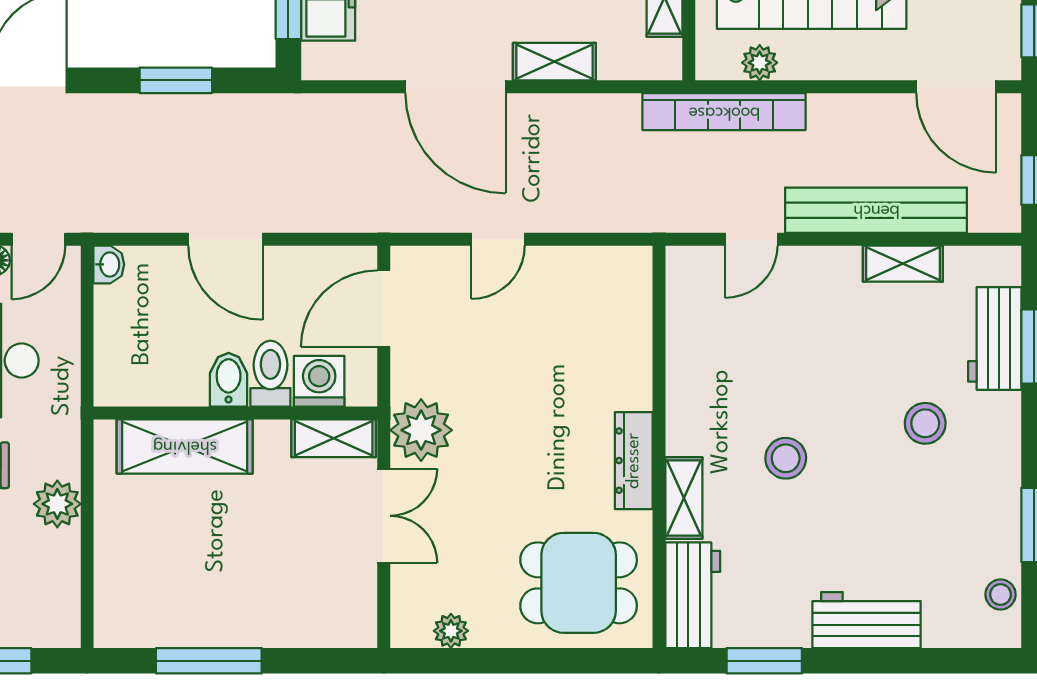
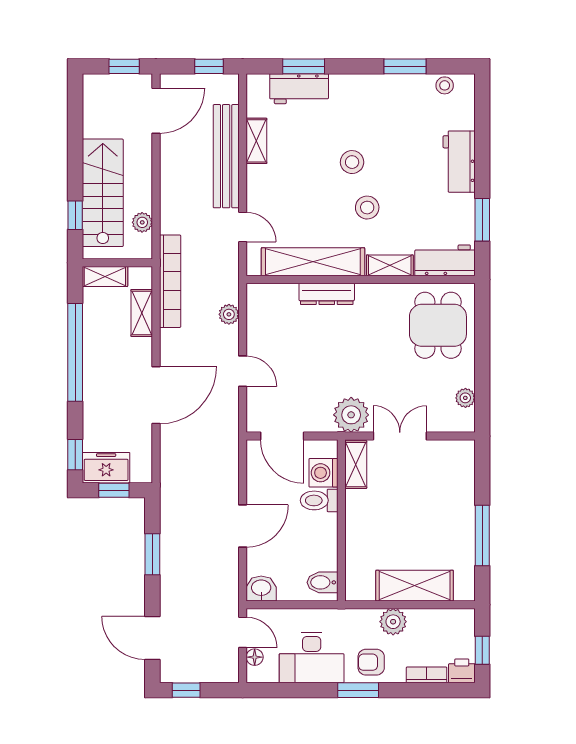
shelving: (554, 62) -> (142, 313), moved
bookcase: (724, 112) -> (170, 281), moved
plant: (598, 215) -> (229, 314), added
washbasin: (109, 264) -> (261, 588), width x1.38, depth x1.45
shelving: (690, 363) -> (313, 262), added
bidet: (229, 380) -> (322, 582), moved
stool: (925, 423) -> (352, 162), moved
shelving: (185, 446) -> (415, 586), moved, turned 90
dresser: (634, 461) -> (327, 294), moved

